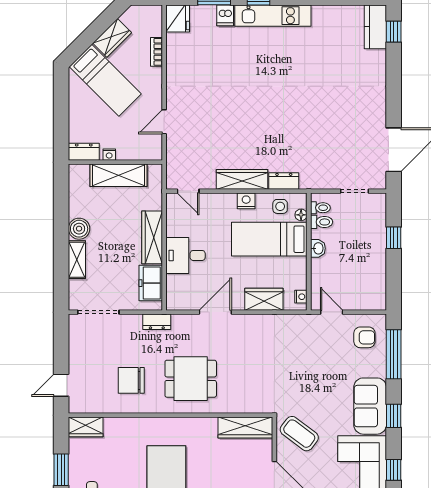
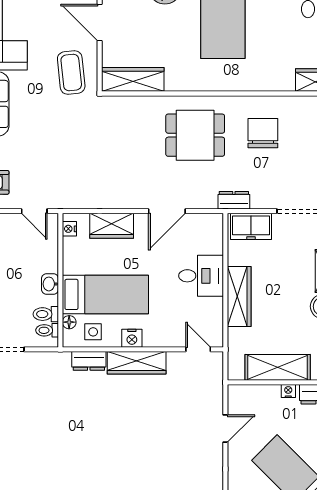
freezer: (151, 283) -> (251, 226), moved, turned 90
chair: (131, 380) -> (263, 133), turned -90
coffee table: (299, 434) -> (71, 73), turned 47

